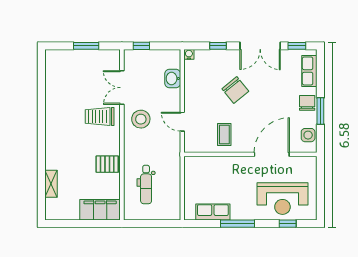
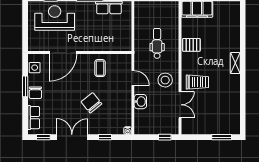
window: (86, 46) -> (222, 137), moved
washbasin: (173, 78) -> (140, 102), moved
shelving: (51, 184) -> (235, 63), moved
dental chair: (146, 185) -> (157, 43), moved

